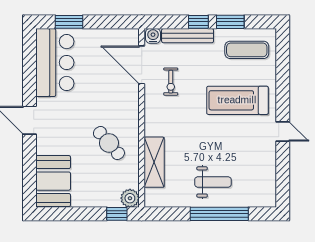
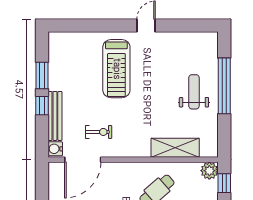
exercise mat: (247, 50) -> (68, 60), removed

